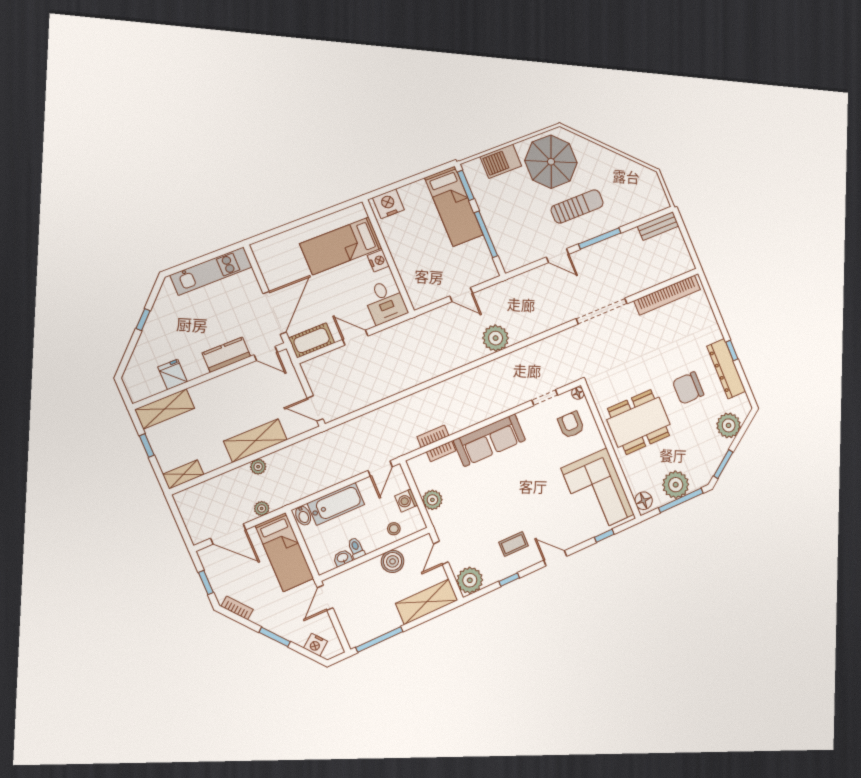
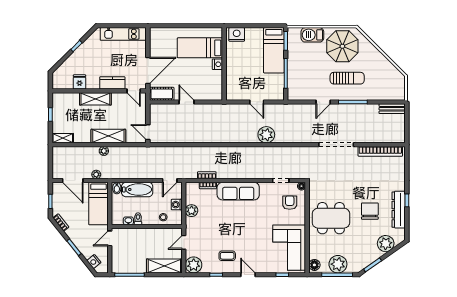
door: (558, 256) -> (323, 102), hinge flipped
desk: (385, 302) -> (212, 89), removed
chair: (688, 388) -> (370, 211), turned 90
shelving: (165, 409) -> (95, 99), moved
boiler: (393, 561) -> (155, 235), removed

